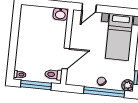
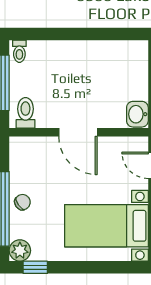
door: (66, 58) -> (78, 132), moved

